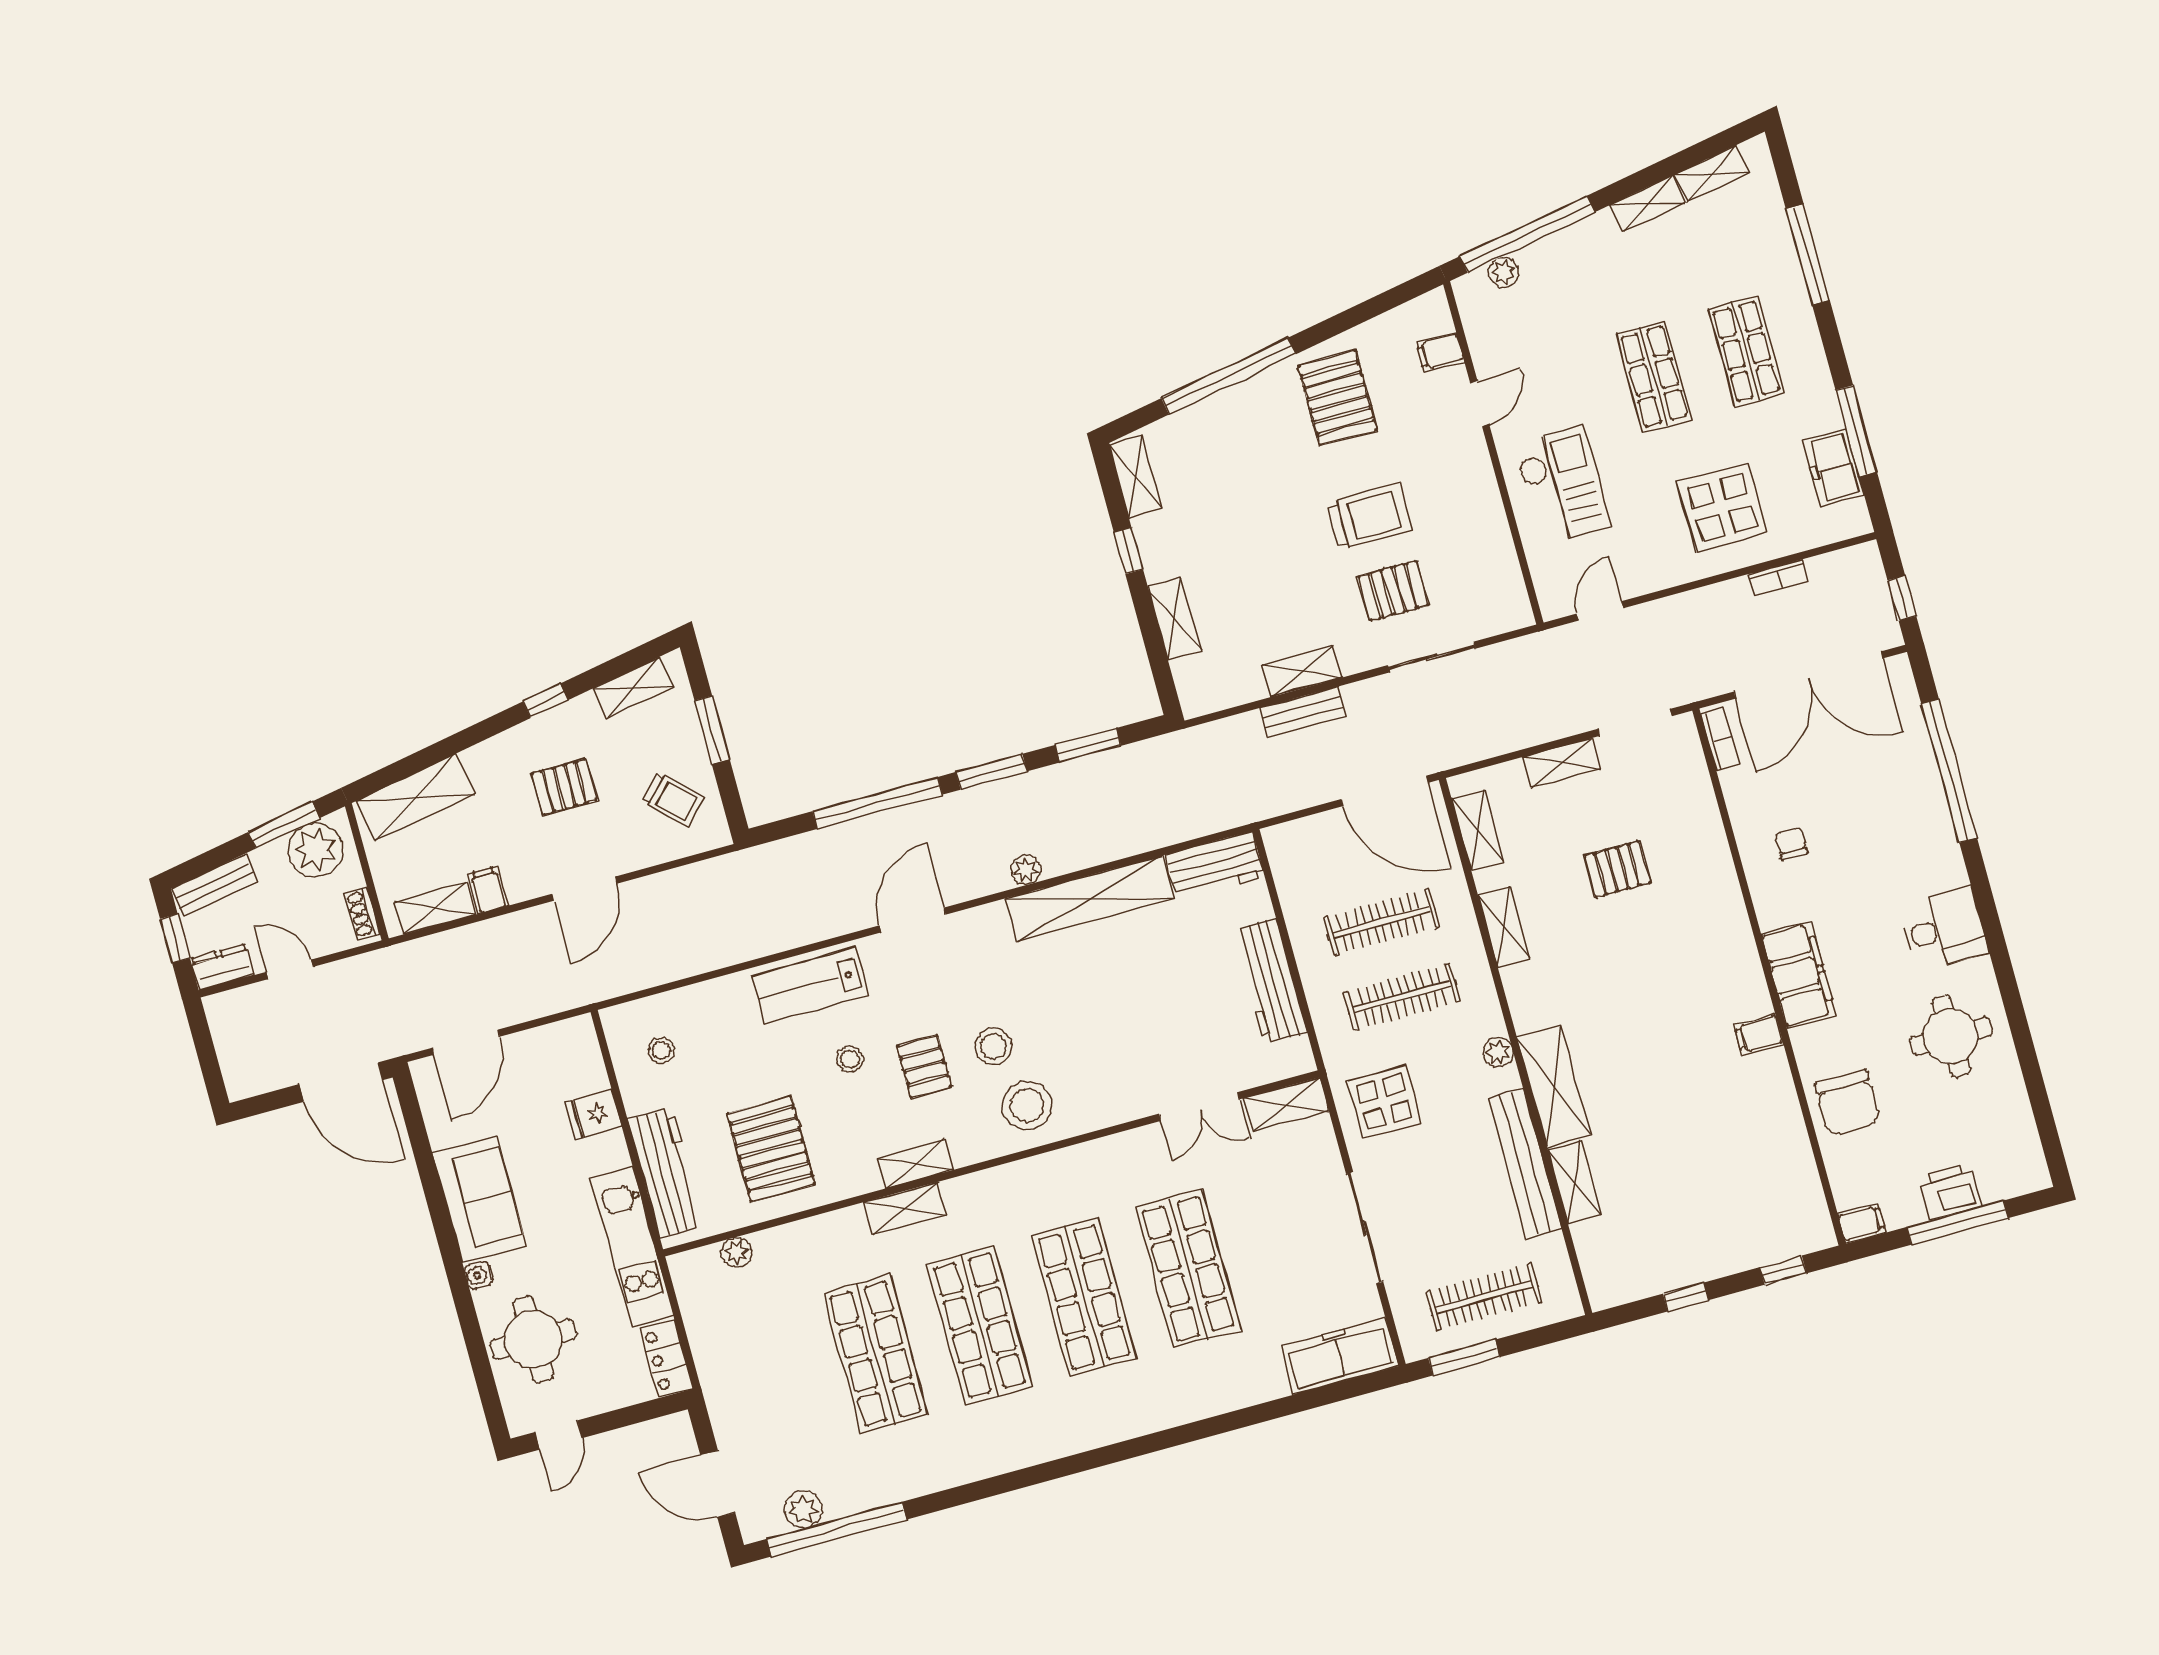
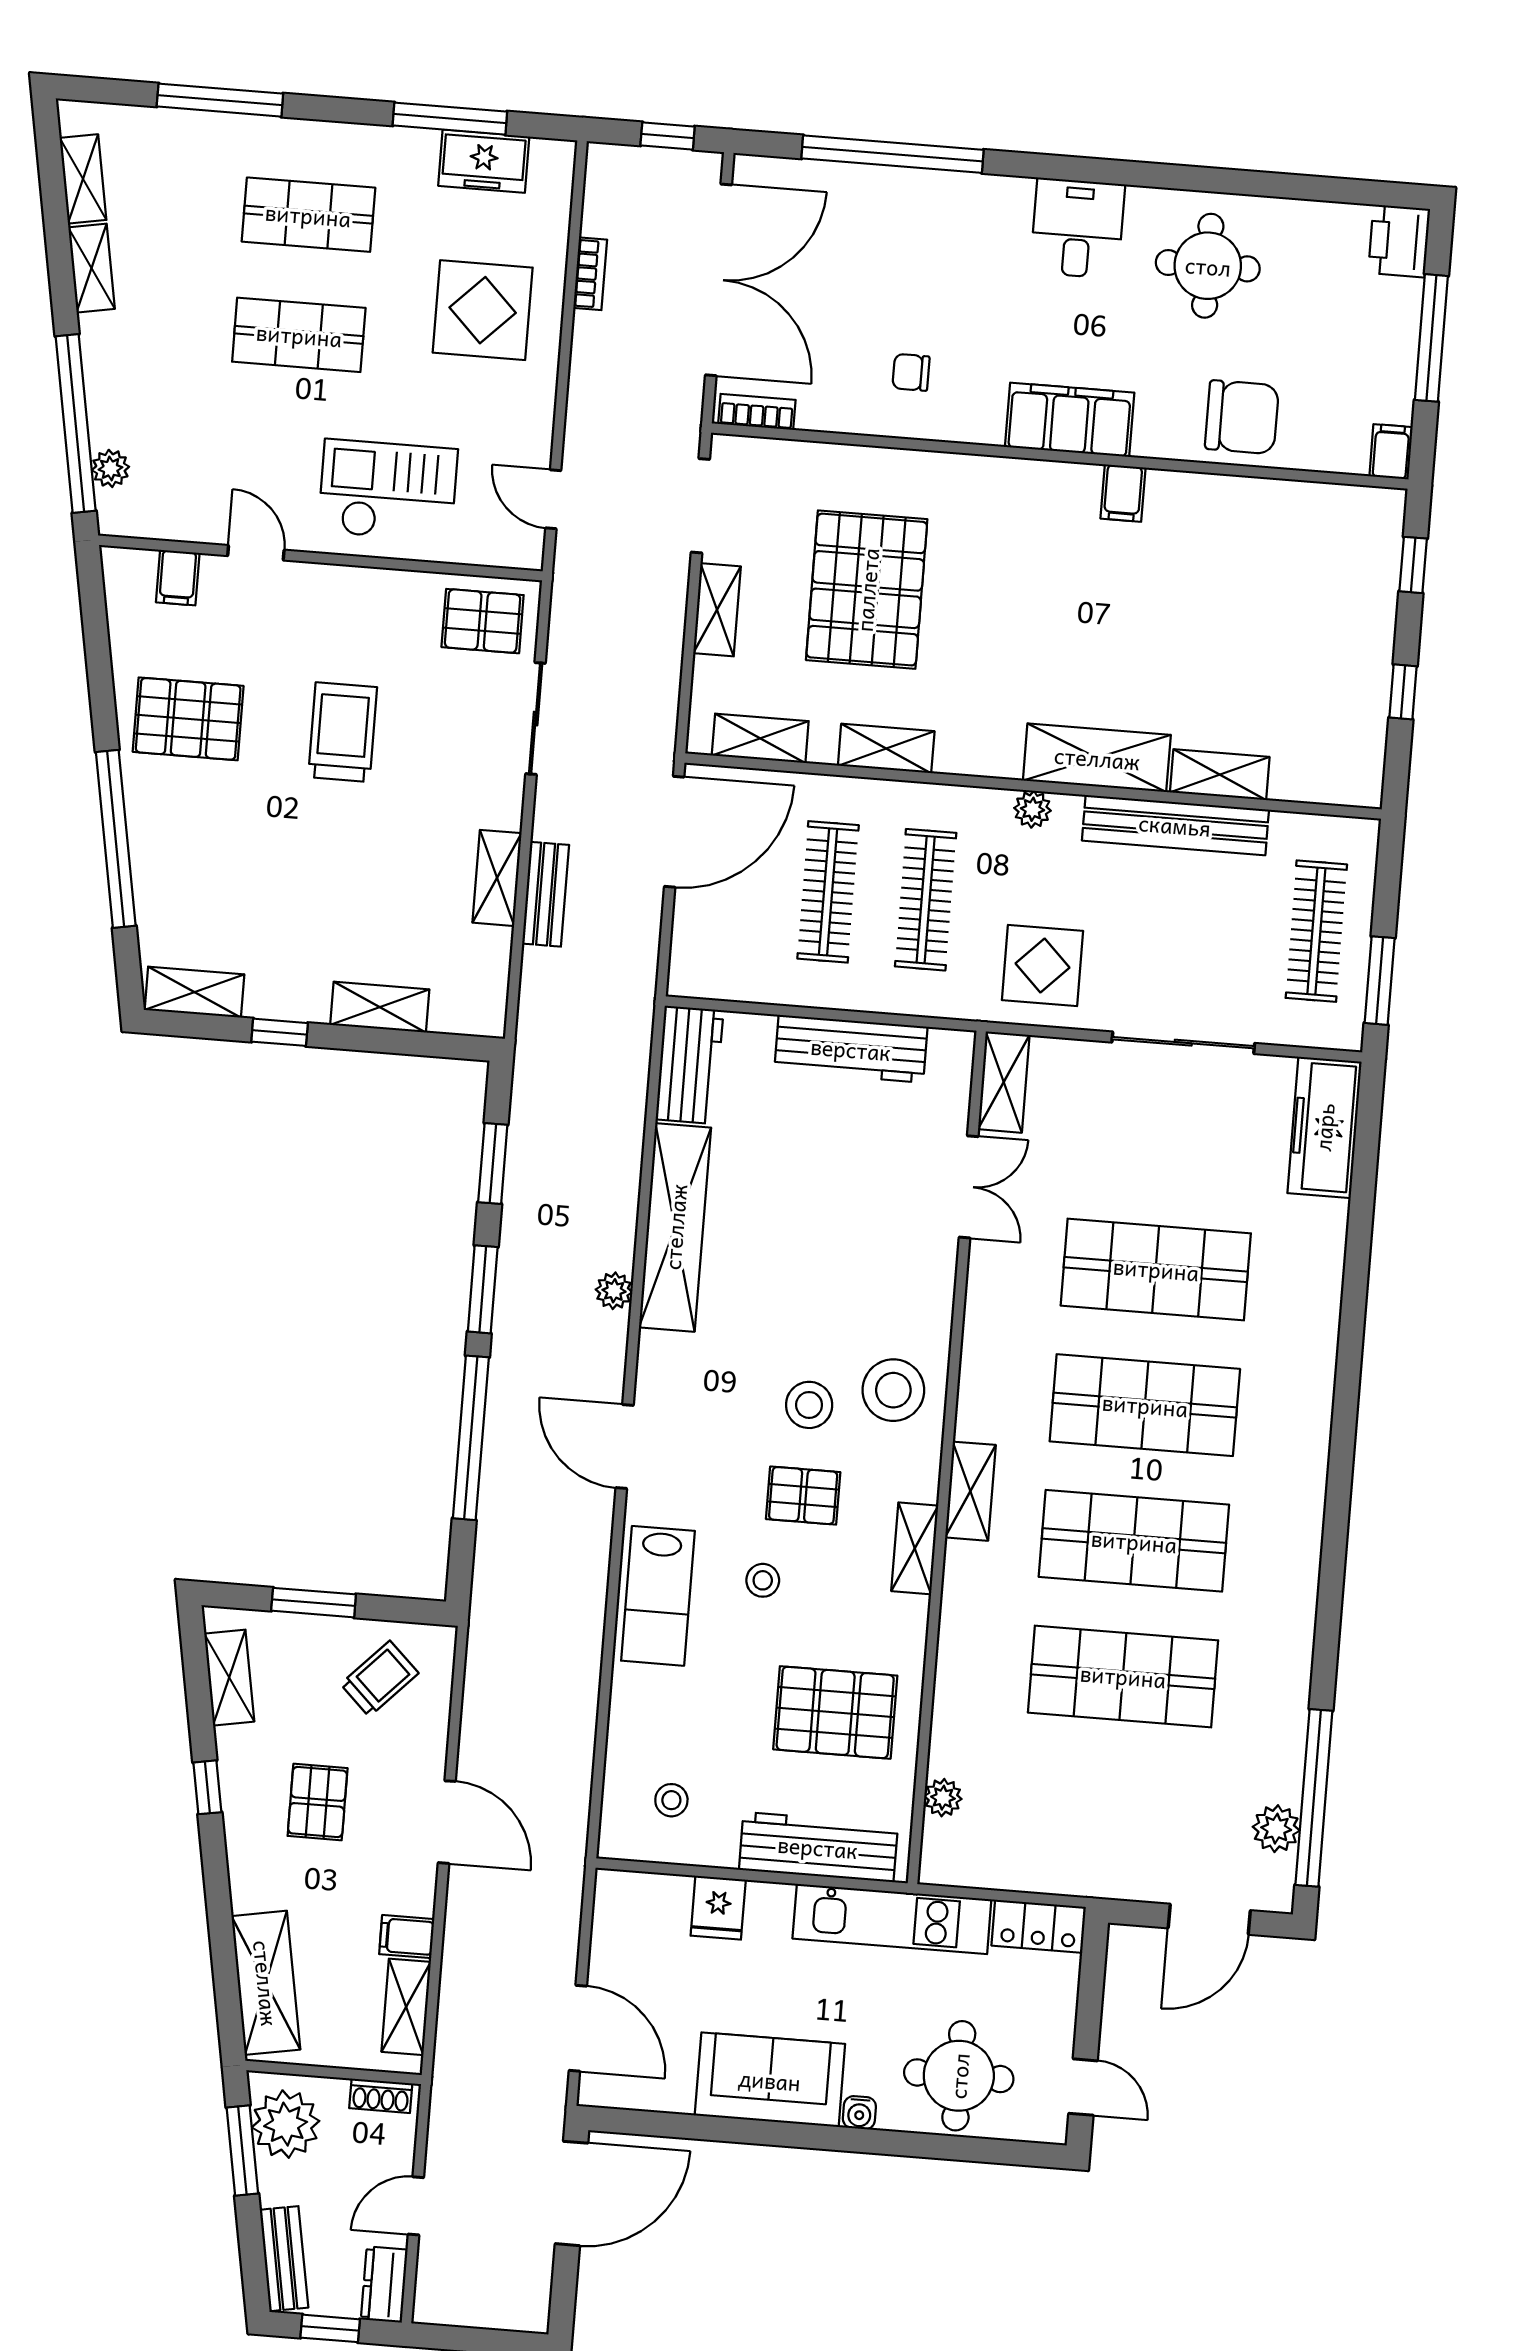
pallet: (1393, 591) -> (483, 621), moved, turned 90
pallet: (1617, 869) -> (867, 590), width x2.05, depth x2.00
printer: (1950, 1192) -> (1399, 241), moved
shelving: (905, 1209) -> (970, 1491), moved

